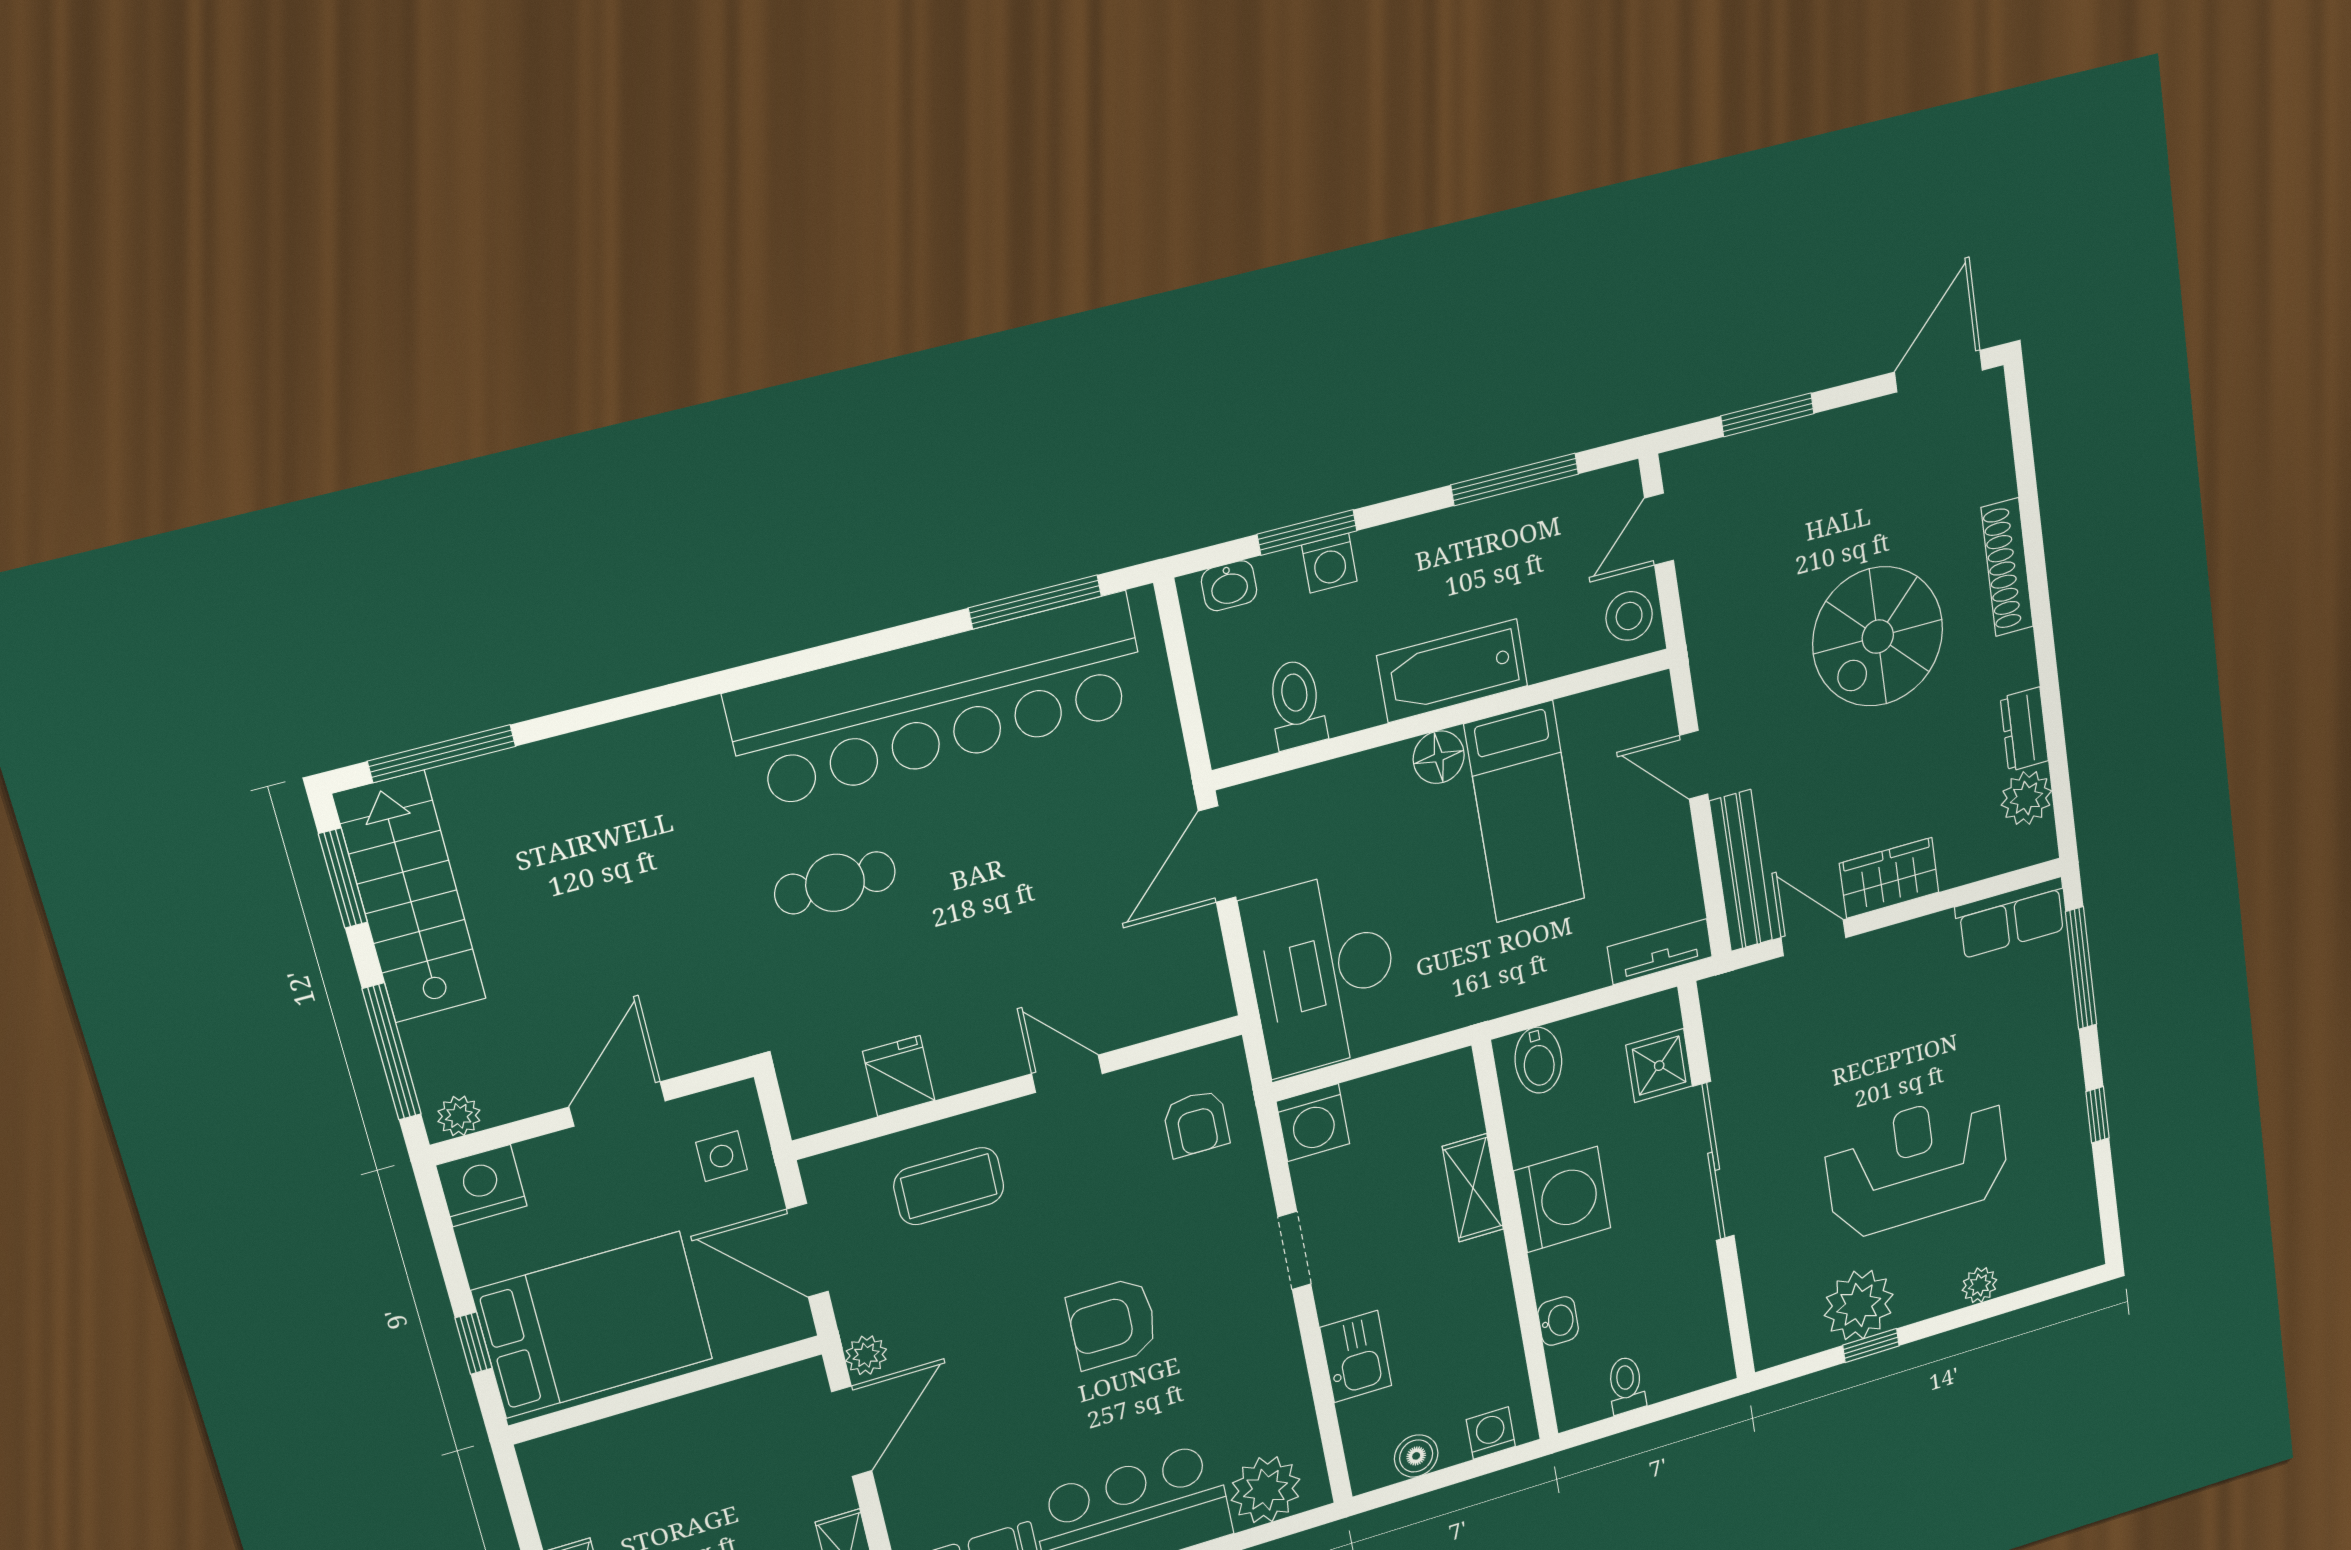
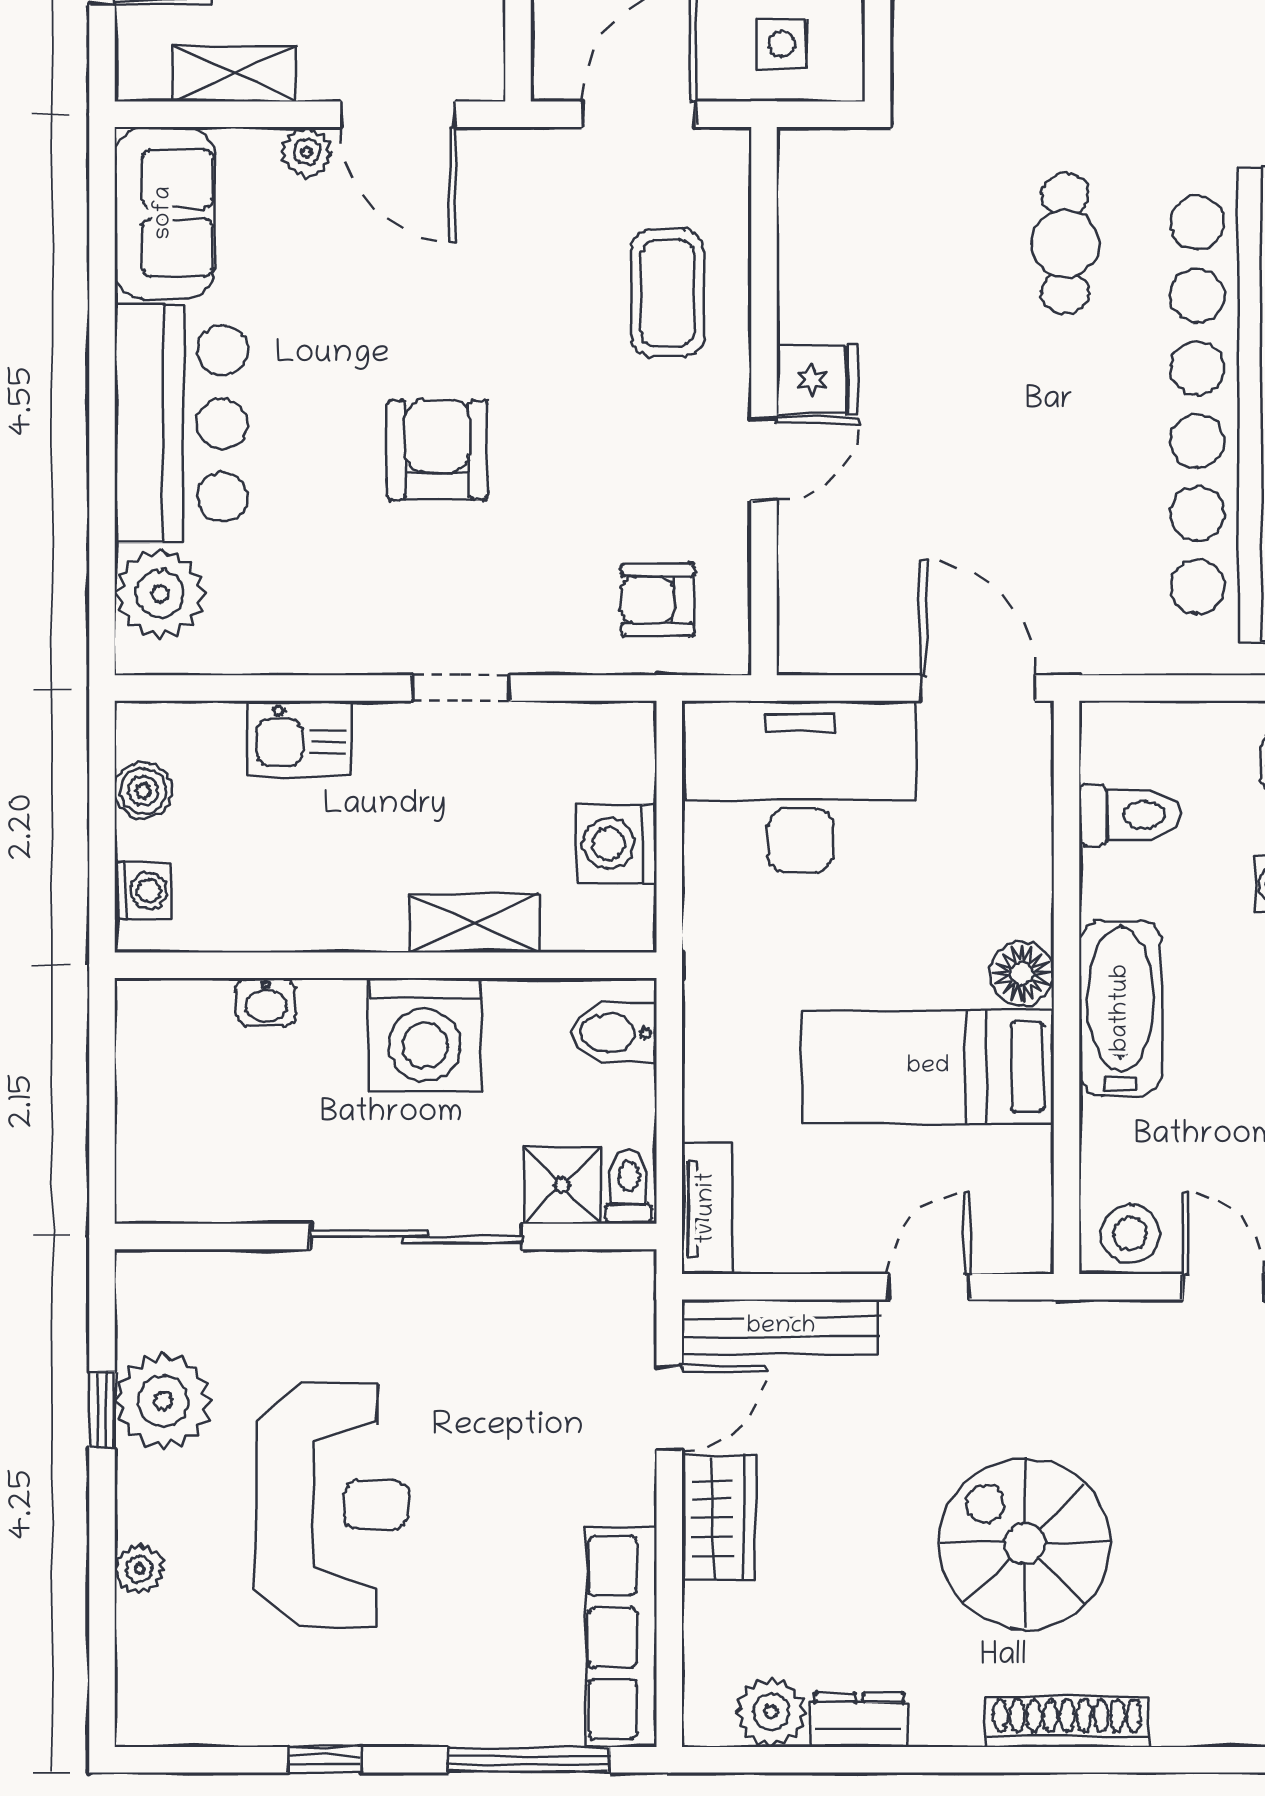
row of seats: (2011, 918) -> (621, 1637), width x1.48
fridge: (899, 1076) -> (818, 379), moved
washing machine: (1313, 1123) -> (617, 844), moved
plant: (866, 1355) -> (306, 152), moved
toilet: (1626, 1385) -> (628, 1187), moved, turned -90

